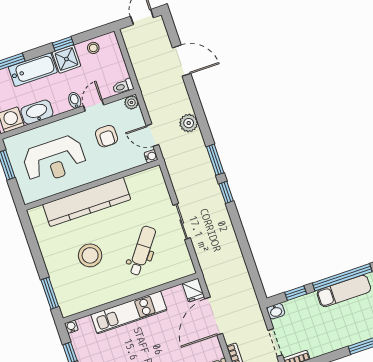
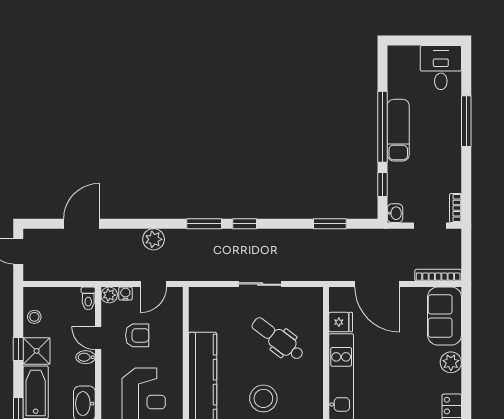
water cooler: (151, 156) -> (125, 294), moved
window: (250, 261) -> (330, 224), added
fridge: (193, 290) -> (341, 322), moved

